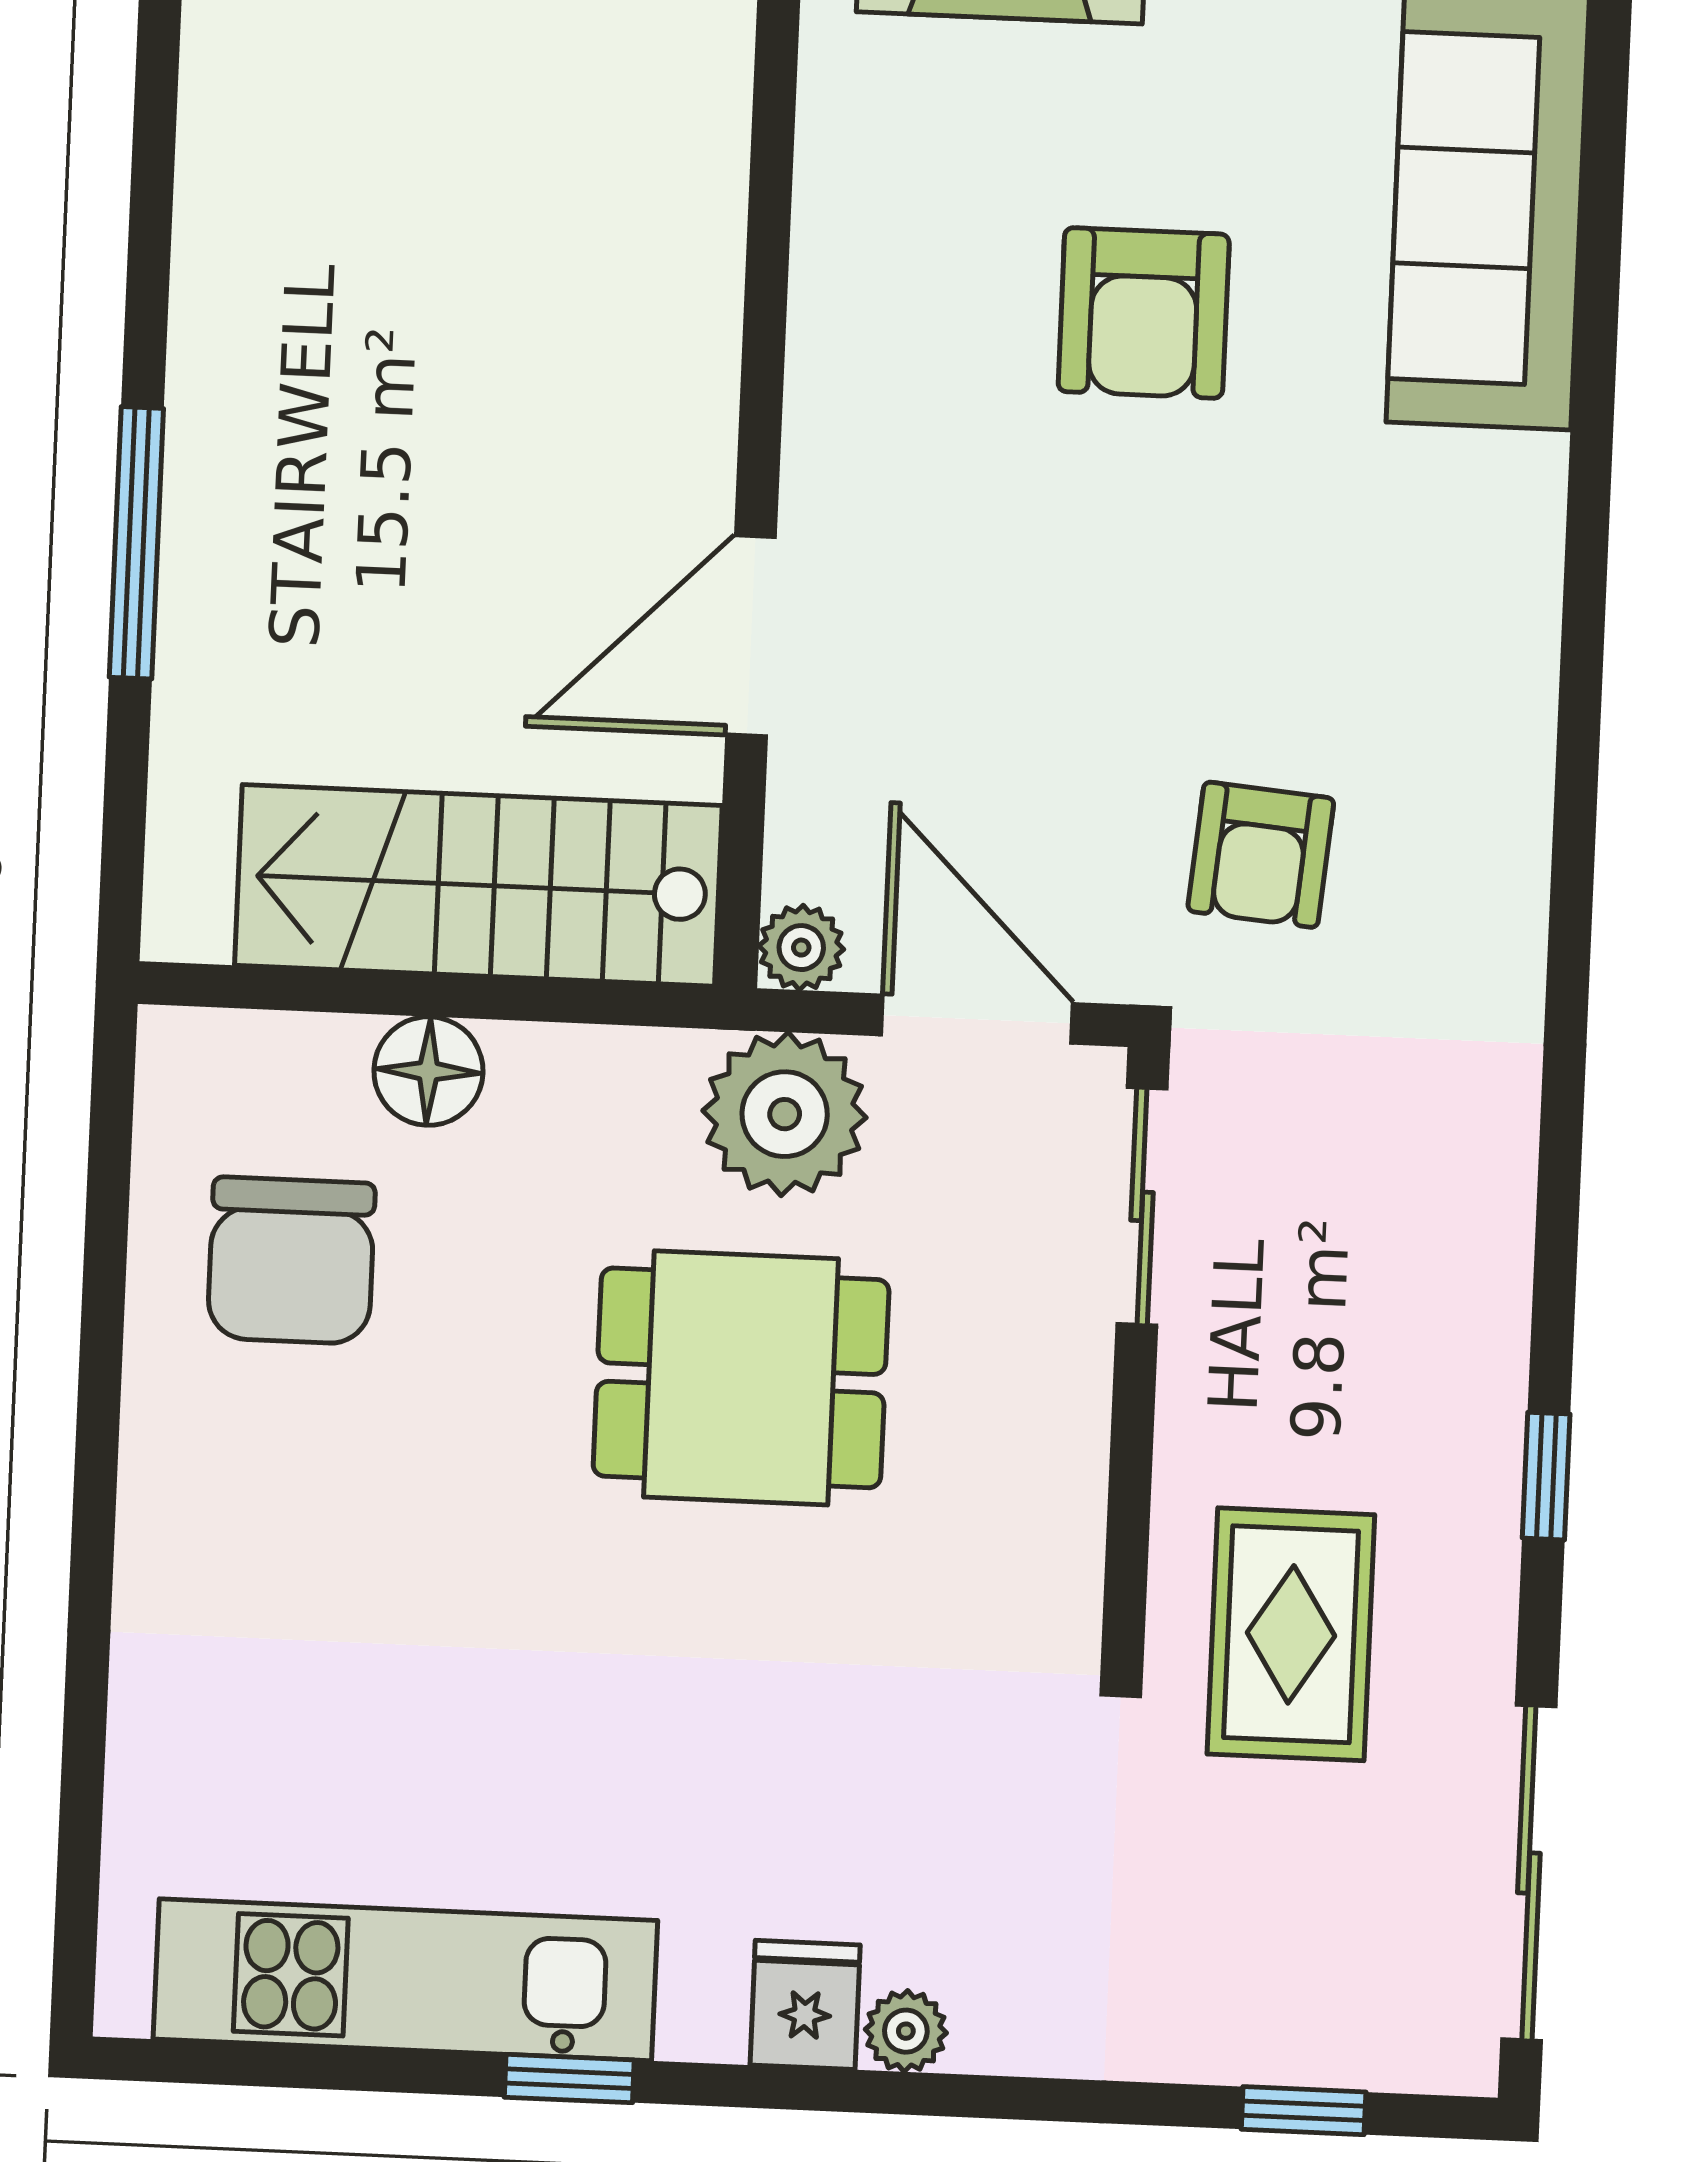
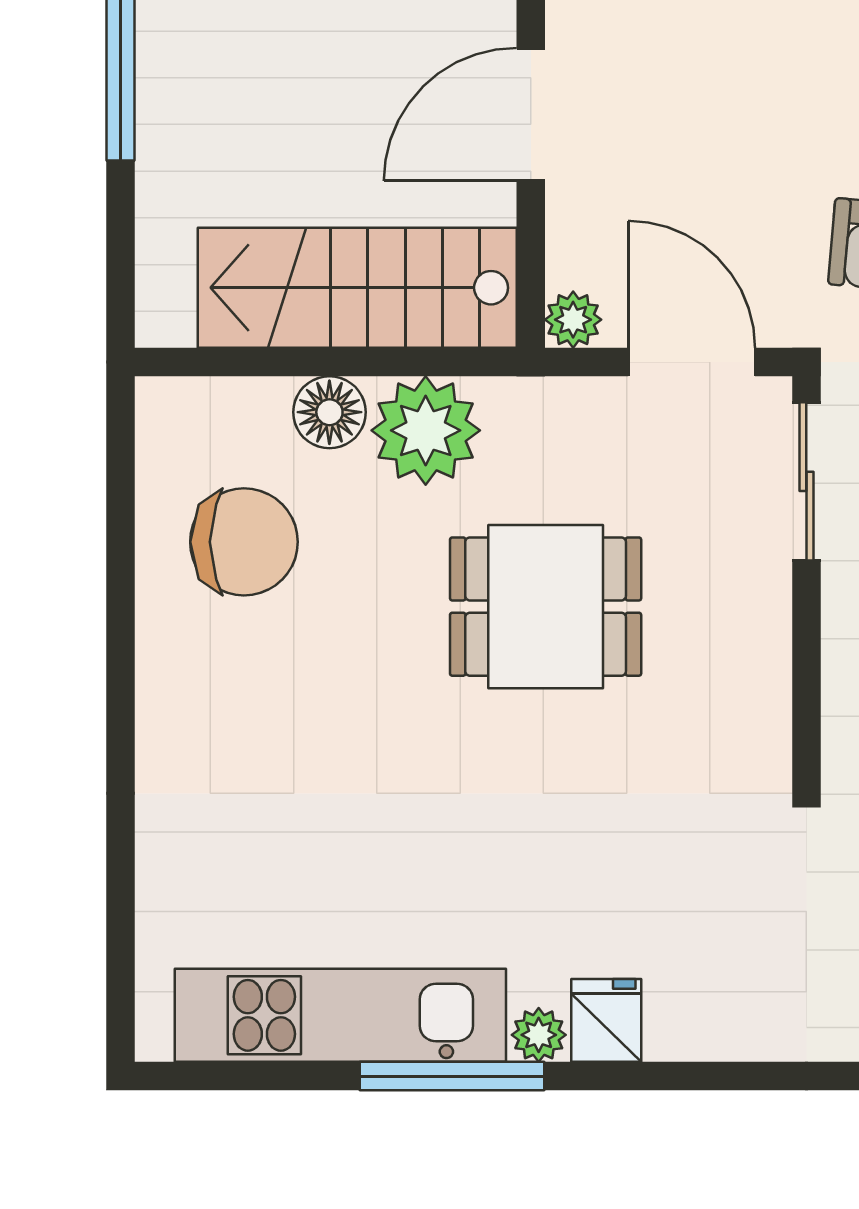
plant: (785, 1114) -> (426, 430), moved
chair: (291, 1261) -> (244, 542), turned -90
plant: (906, 2031) -> (539, 1035), moved
window: (569, 2079) -> (452, 1076), width x2.17

